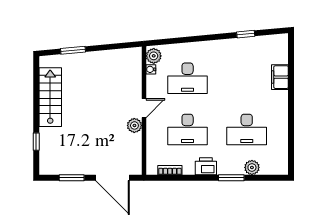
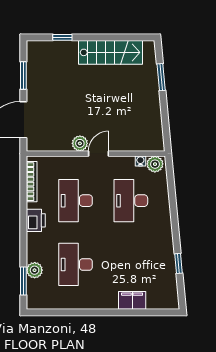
door: (144, 108) -> (99, 154), swing flipped
bookcase: (170, 170) -> (32, 182), width x1.56
window: (231, 178) -> (23, 281), moved

